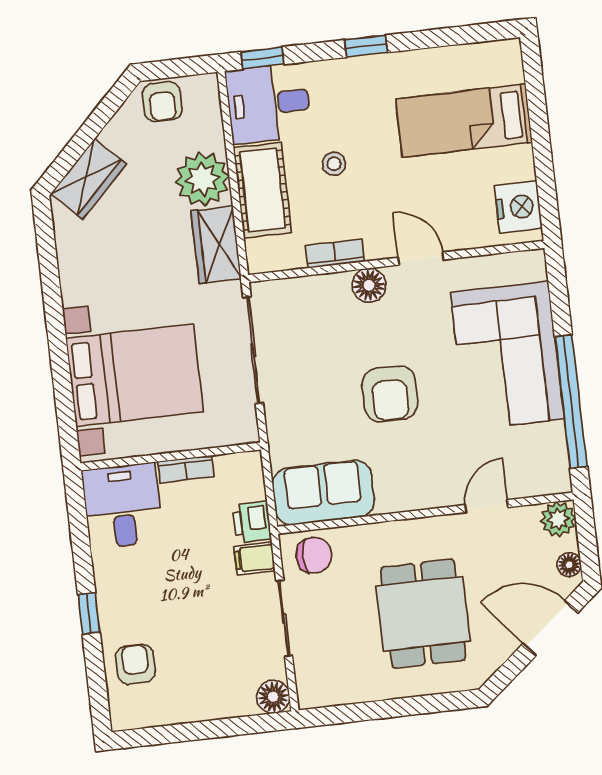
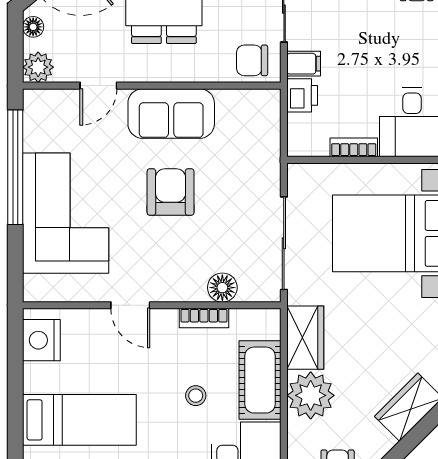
floor lamp: (369, 285) -> (222, 288), moved
sofa: (323, 493) -> (171, 114), moved

